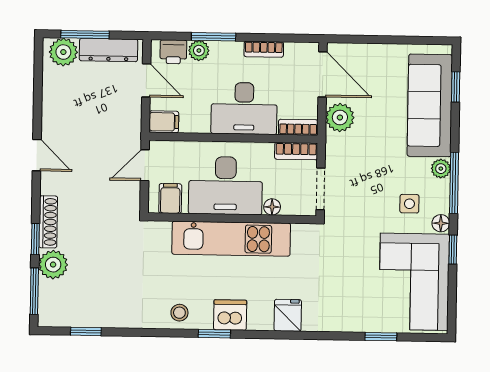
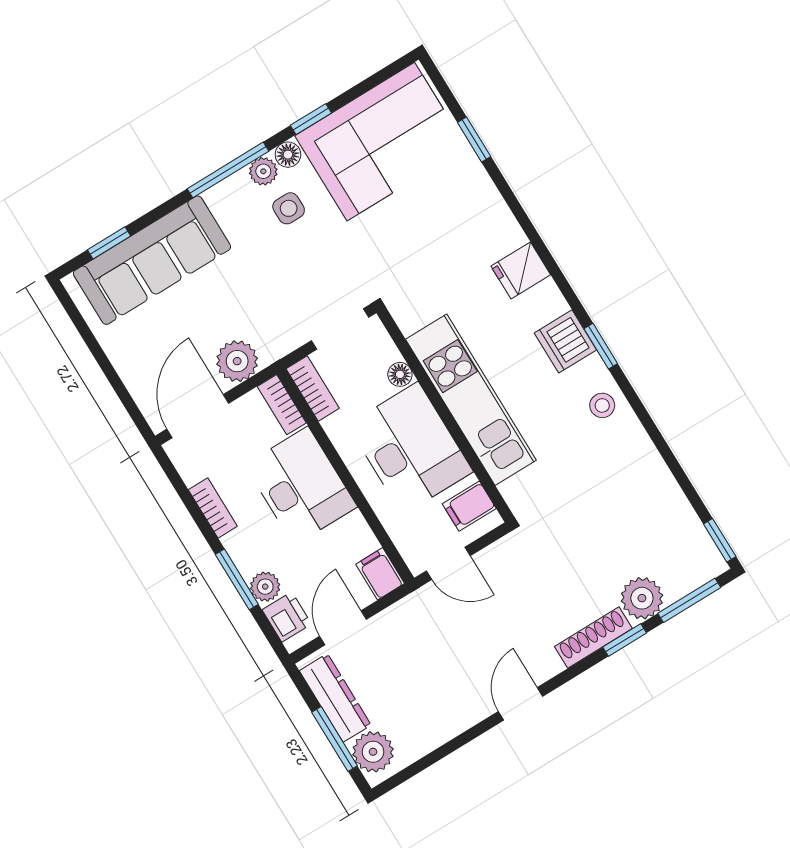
plant: (441, 169) -> (263, 171), moved
window: (86, 331) -> (720, 540), moved

